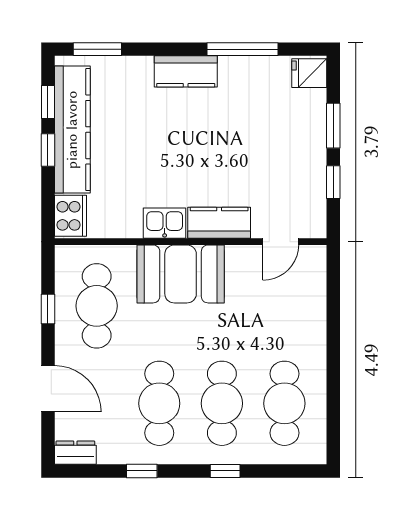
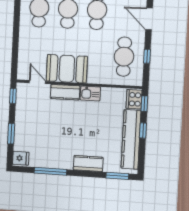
kitchen counter: (186, 71) -> (88, 164), moved
window: (48, 102) -> (144, 104), moved
window: (333, 182) -> (13, 96), moved
door: (281, 242) -> (37, 82), hinge flipped
booth: (181, 274) -> (67, 69), moved

